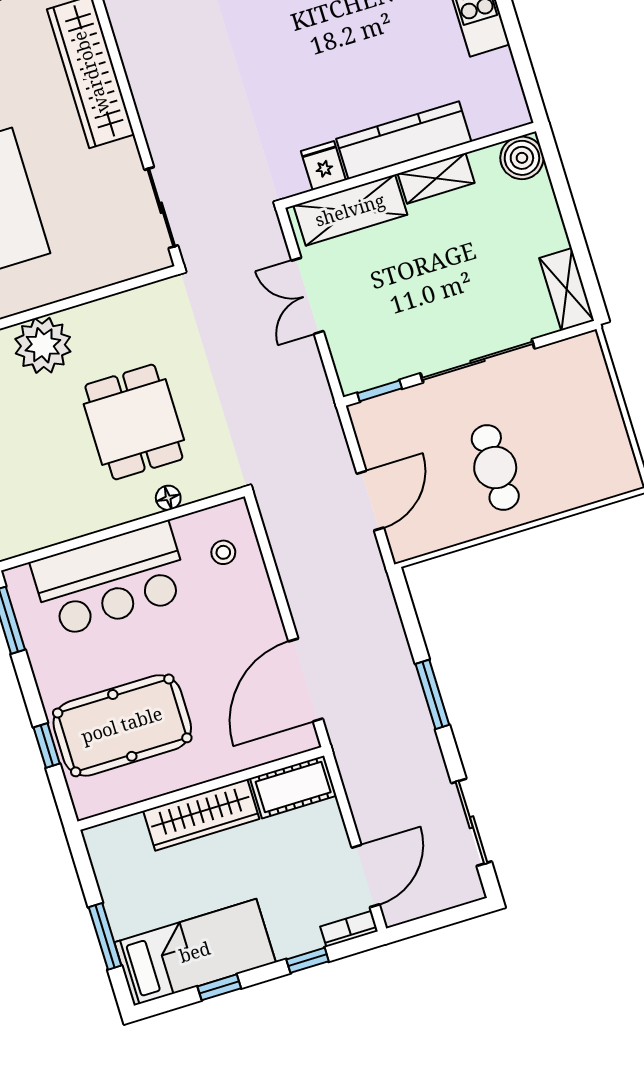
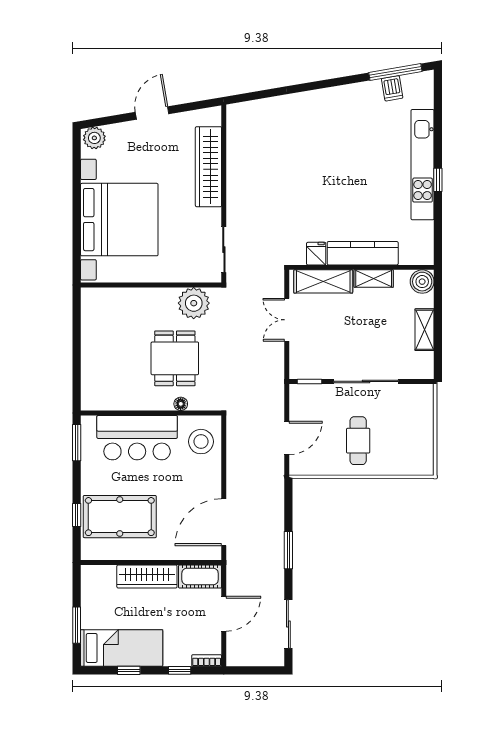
shelving: (567, 289) -> (425, 330), moved
plant: (43, 345) -> (194, 303), moved
stool: (223, 552) -> (201, 442), width x1.89, depth x1.89
door: (366, 876) -> (224, 614), moved

